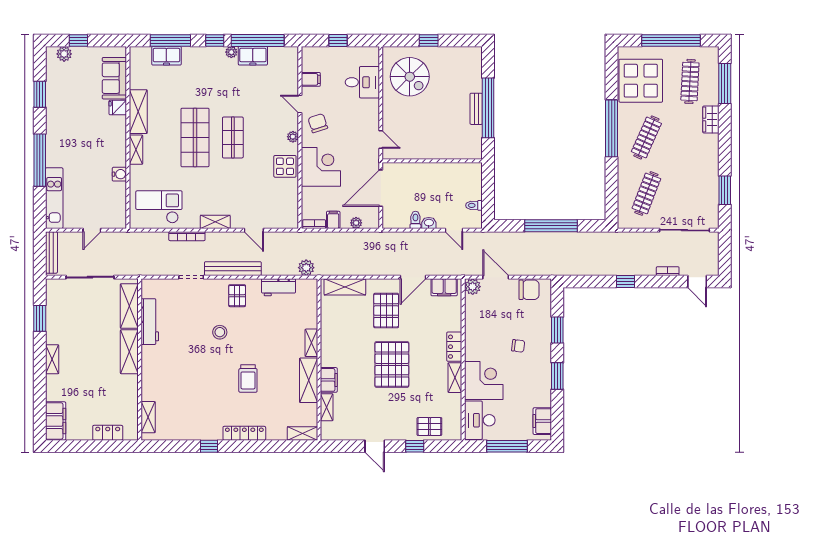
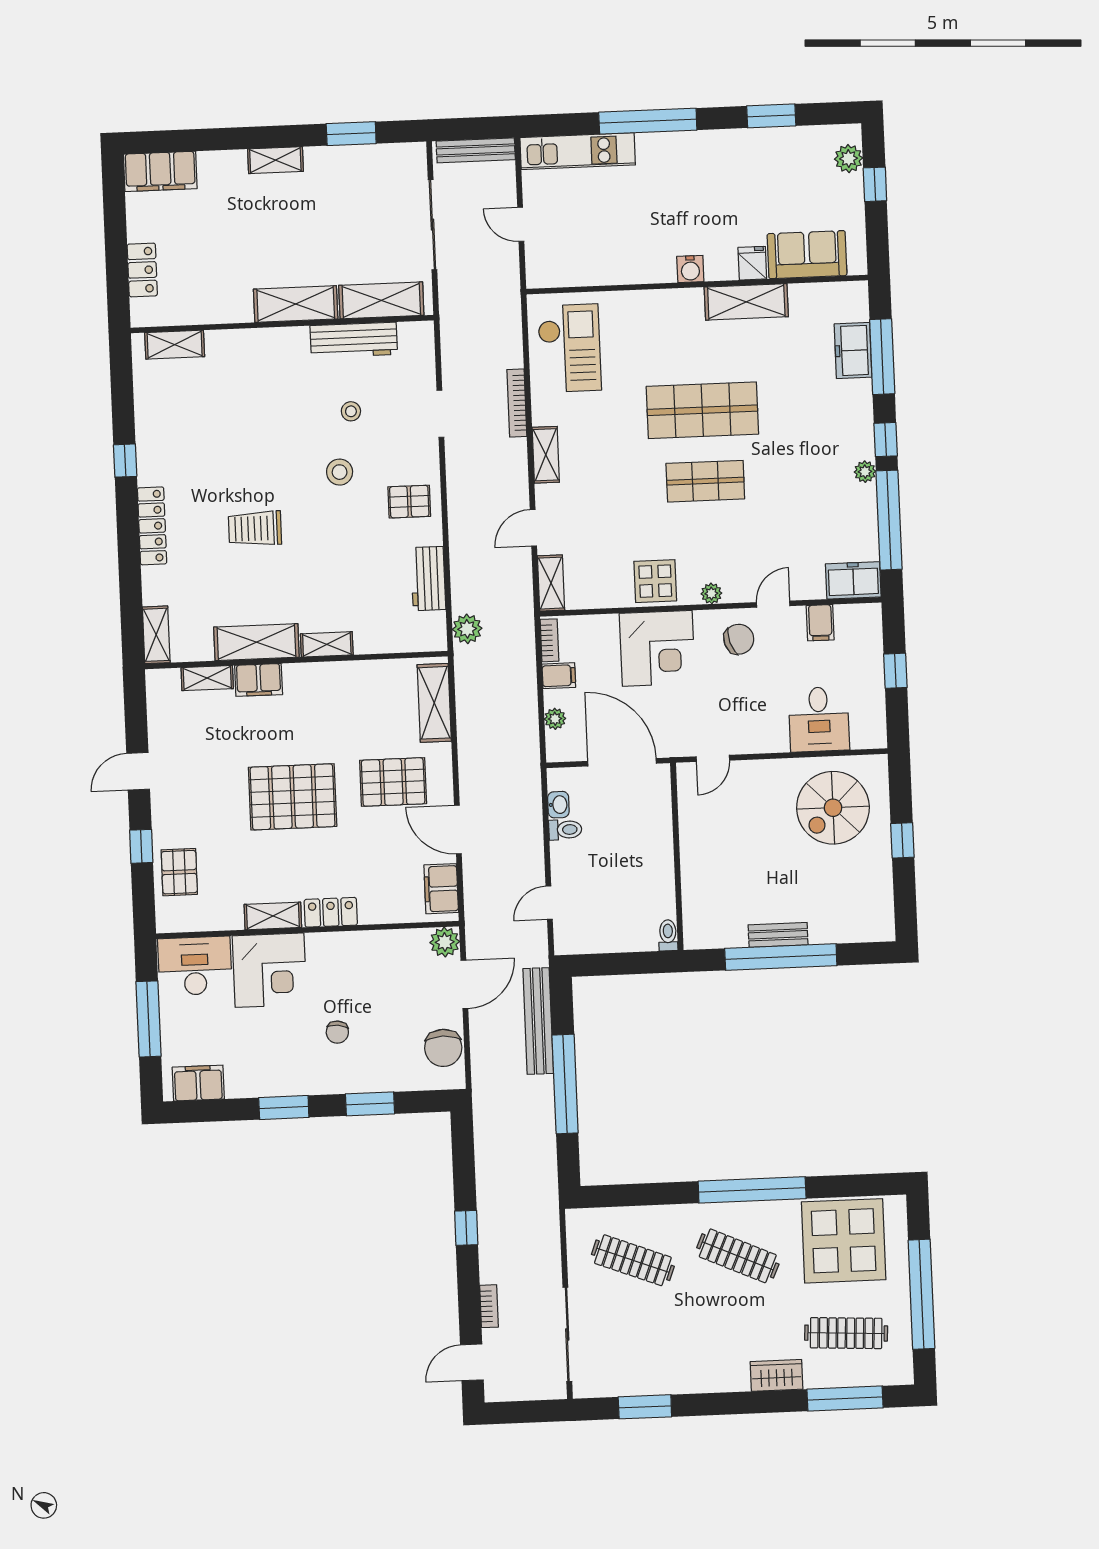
freezer: (253, 56) -> (853, 580), moved, turned 90
shelving: (136, 150) -> (551, 583), moved, turned 90
water cooler: (119, 174) -> (690, 269), moved
toilet: (474, 205) -> (668, 935), moved
washbasin: (429, 223) -> (558, 805), moved
bench: (233, 269) -> (538, 1021), moved
stool: (188, 325) -> (351, 411), added

